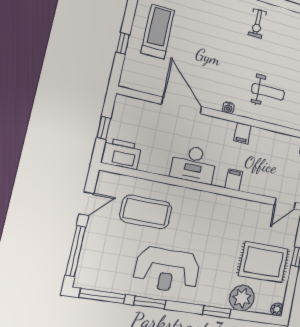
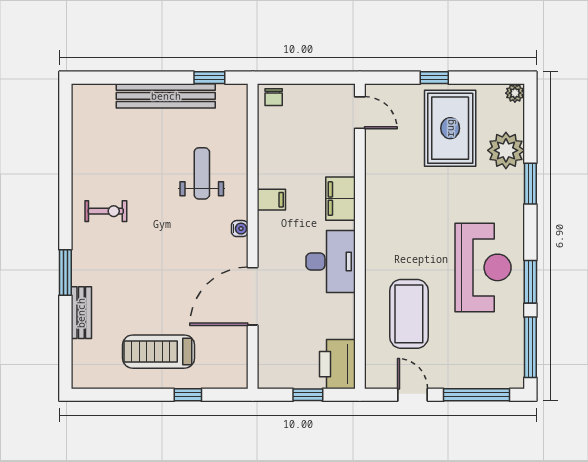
filing cabinet: (234, 180) -> (341, 199), width x2.00

